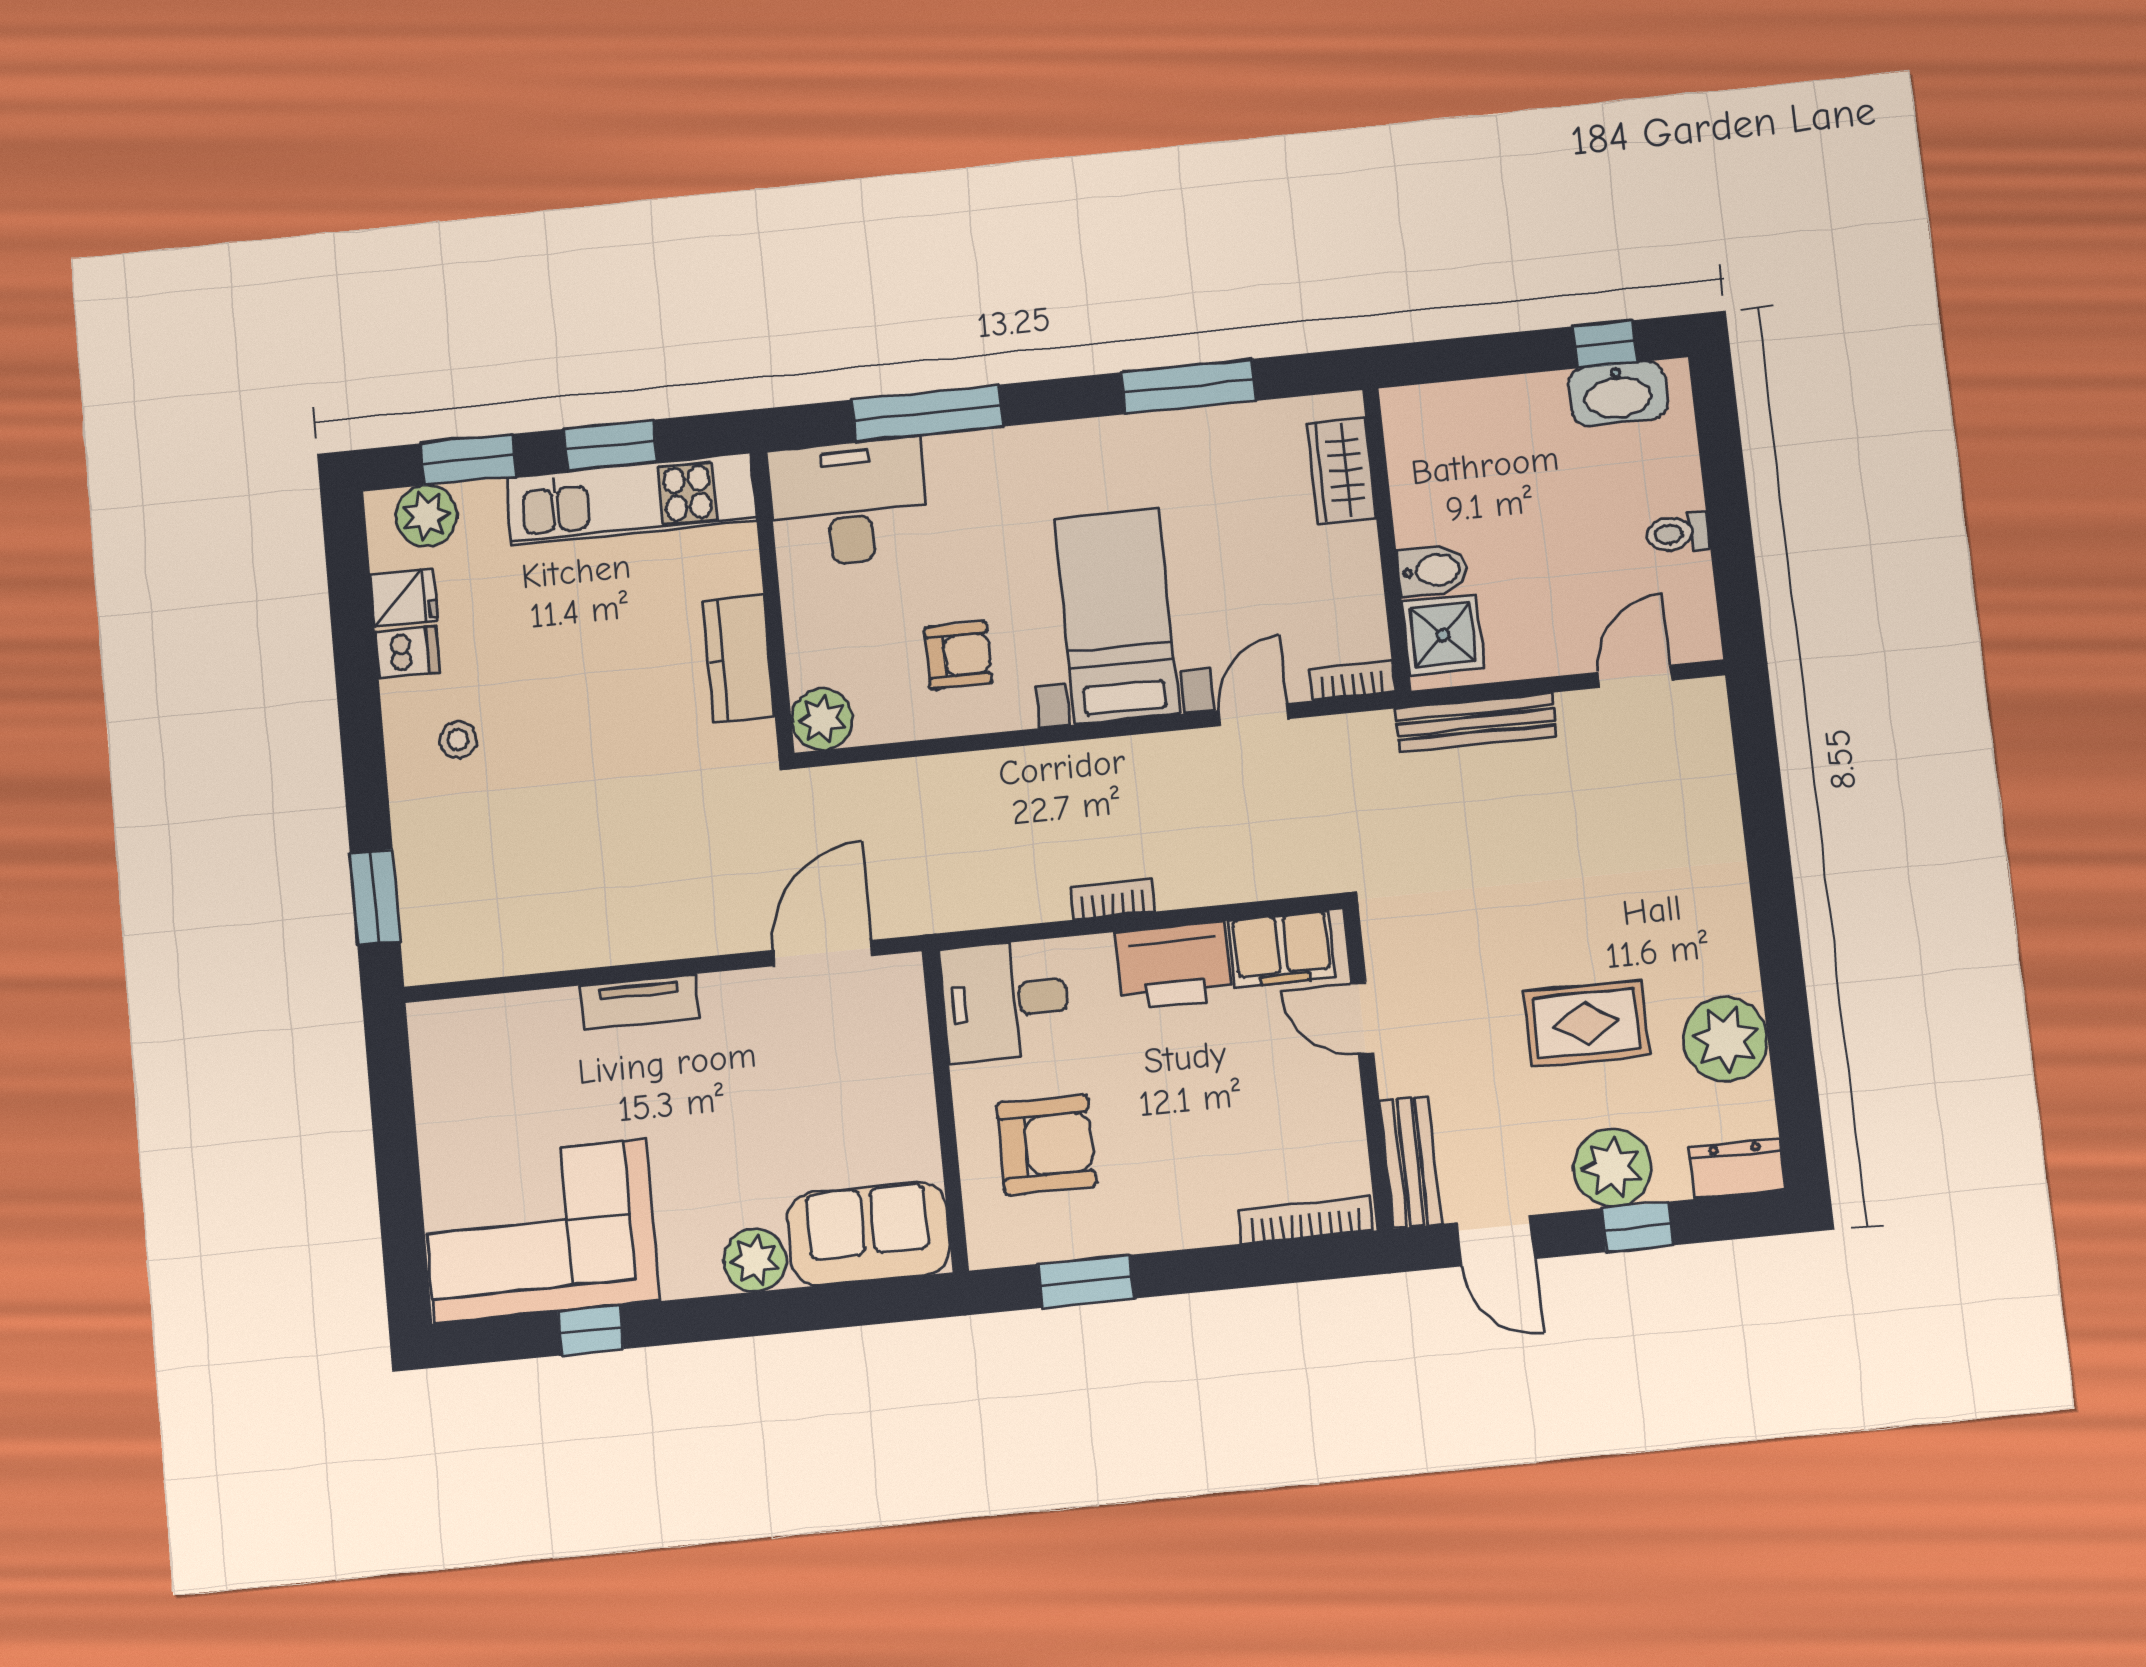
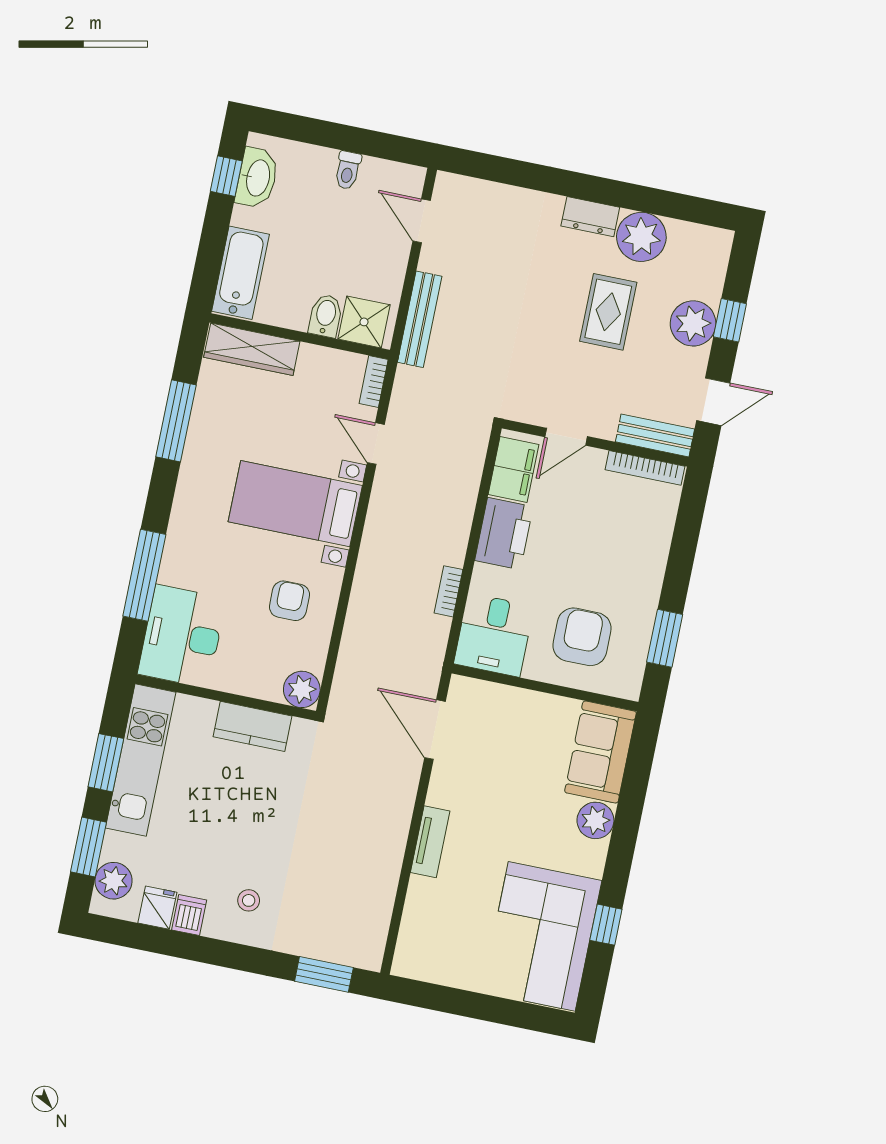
bathtub: (1458, 415) -> (240, 273), added
wardrobe: (1341, 471) -> (252, 349), width x1.50
bookcase: (1112, 899) -> (448, 591), moved
dresser: (1737, 1169) -> (590, 217), moved, turned -90
bookcase: (1305, 1220) -> (645, 468), moved, turned -90

